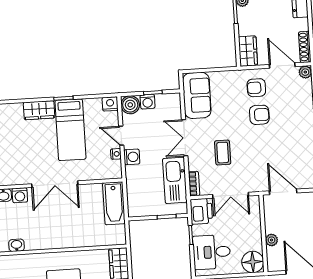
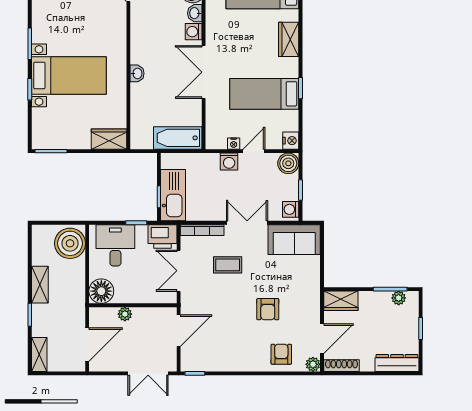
armchair: (256, 88) -> (281, 354), moved
washing machine: (148, 102) -> (291, 209), moved
wardrobe: (39, 110) -> (289, 39), moved
kitchen sink: (175, 180) -> (173, 195), moved, turned 90
bookcase: (194, 184) -> (202, 230), width x1.56
washbasin: (17, 245) -> (137, 73), moved

